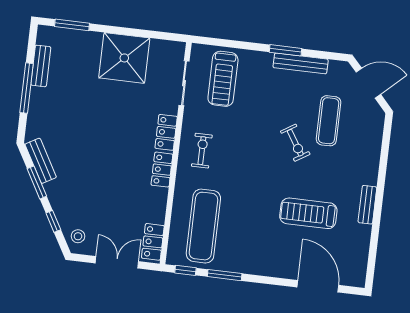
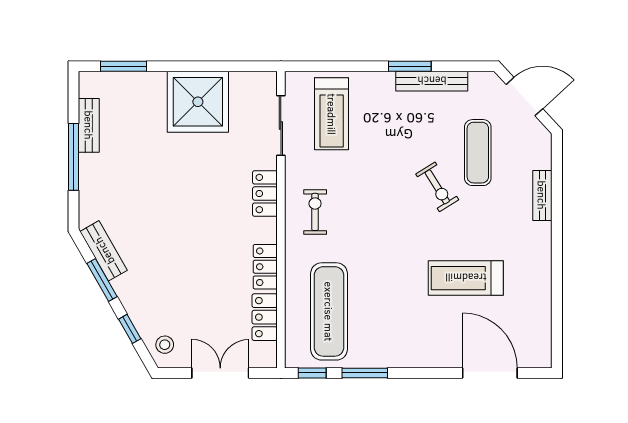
locker: (162, 170) -> (265, 267), moved
bench: (367, 205) -> (542, 195), moved
locker: (153, 242) -> (265, 317), moved

